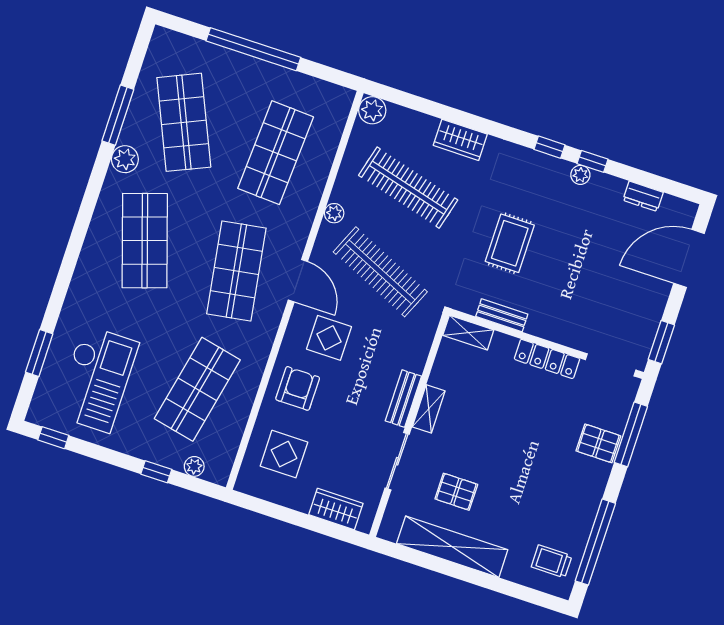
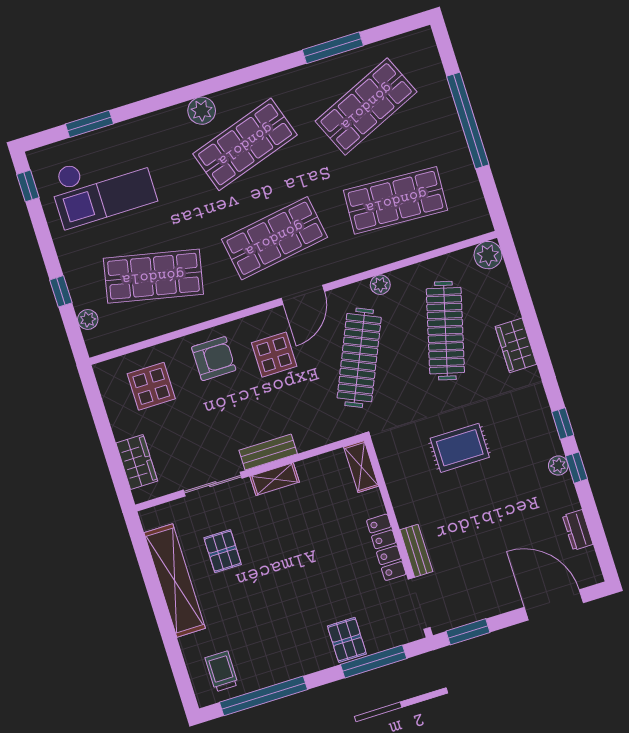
plant: (125, 159) -> (202, 111), moved
bench: (502, 315) -> (416, 551), moved

